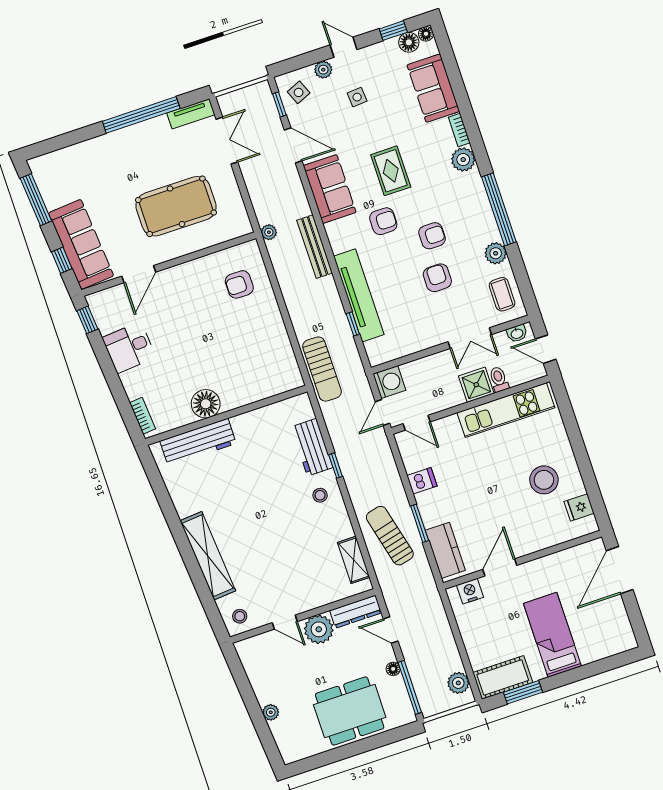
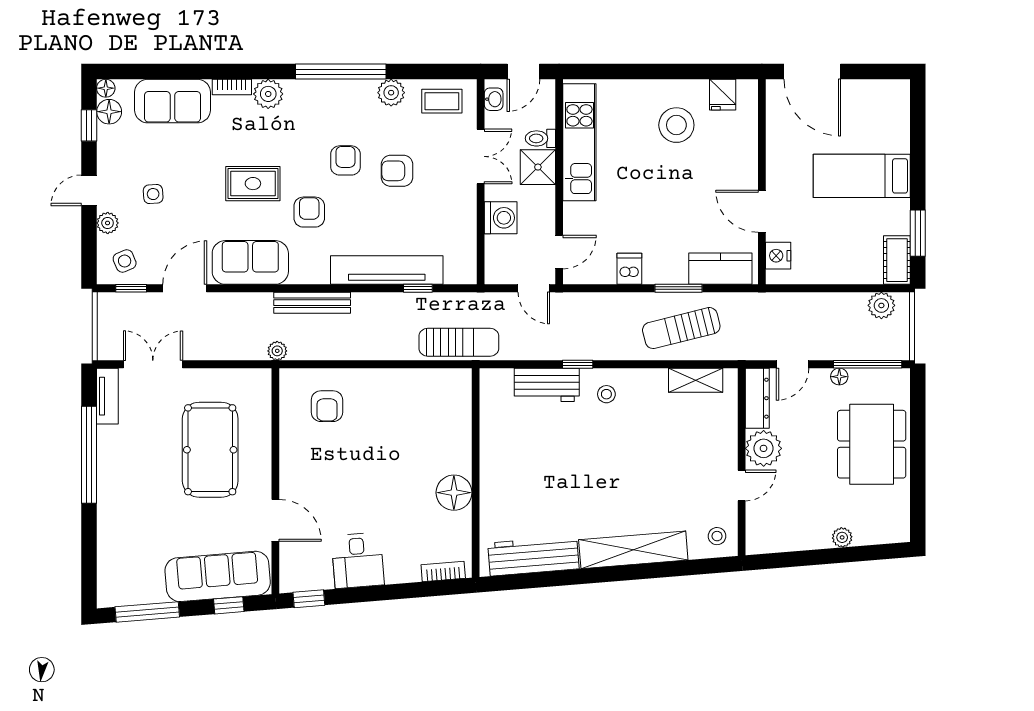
washing machine: (389, 382) -> (501, 218), moved, turned 90
workbench: (198, 442) -> (533, 556), moved, turned -95
cot: (503, 677) -> (897, 260), width x0.73, depth x0.75

